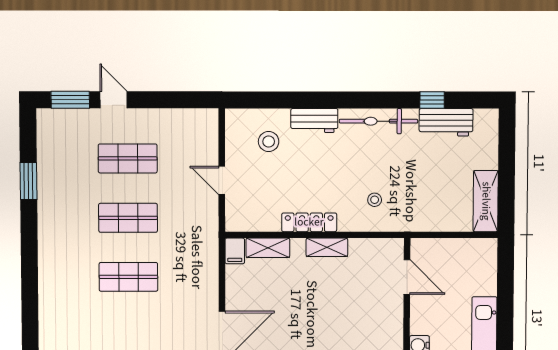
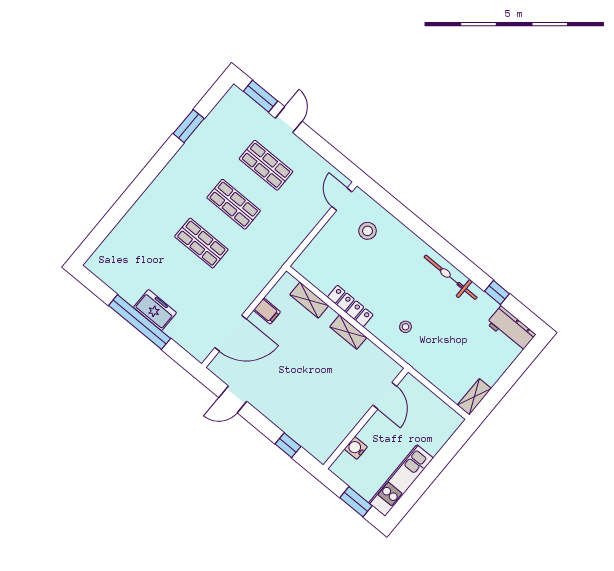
workbench: (314, 120) -> (409, 242), removed
workbench: (446, 122) -> (511, 329), moved
door: (222, 180) -> (342, 199), moved
shelving: (486, 201) -> (474, 397), width x0.67, depth x0.75
filing cabinet: (235, 251) -> (267, 311), moved, turned -90

